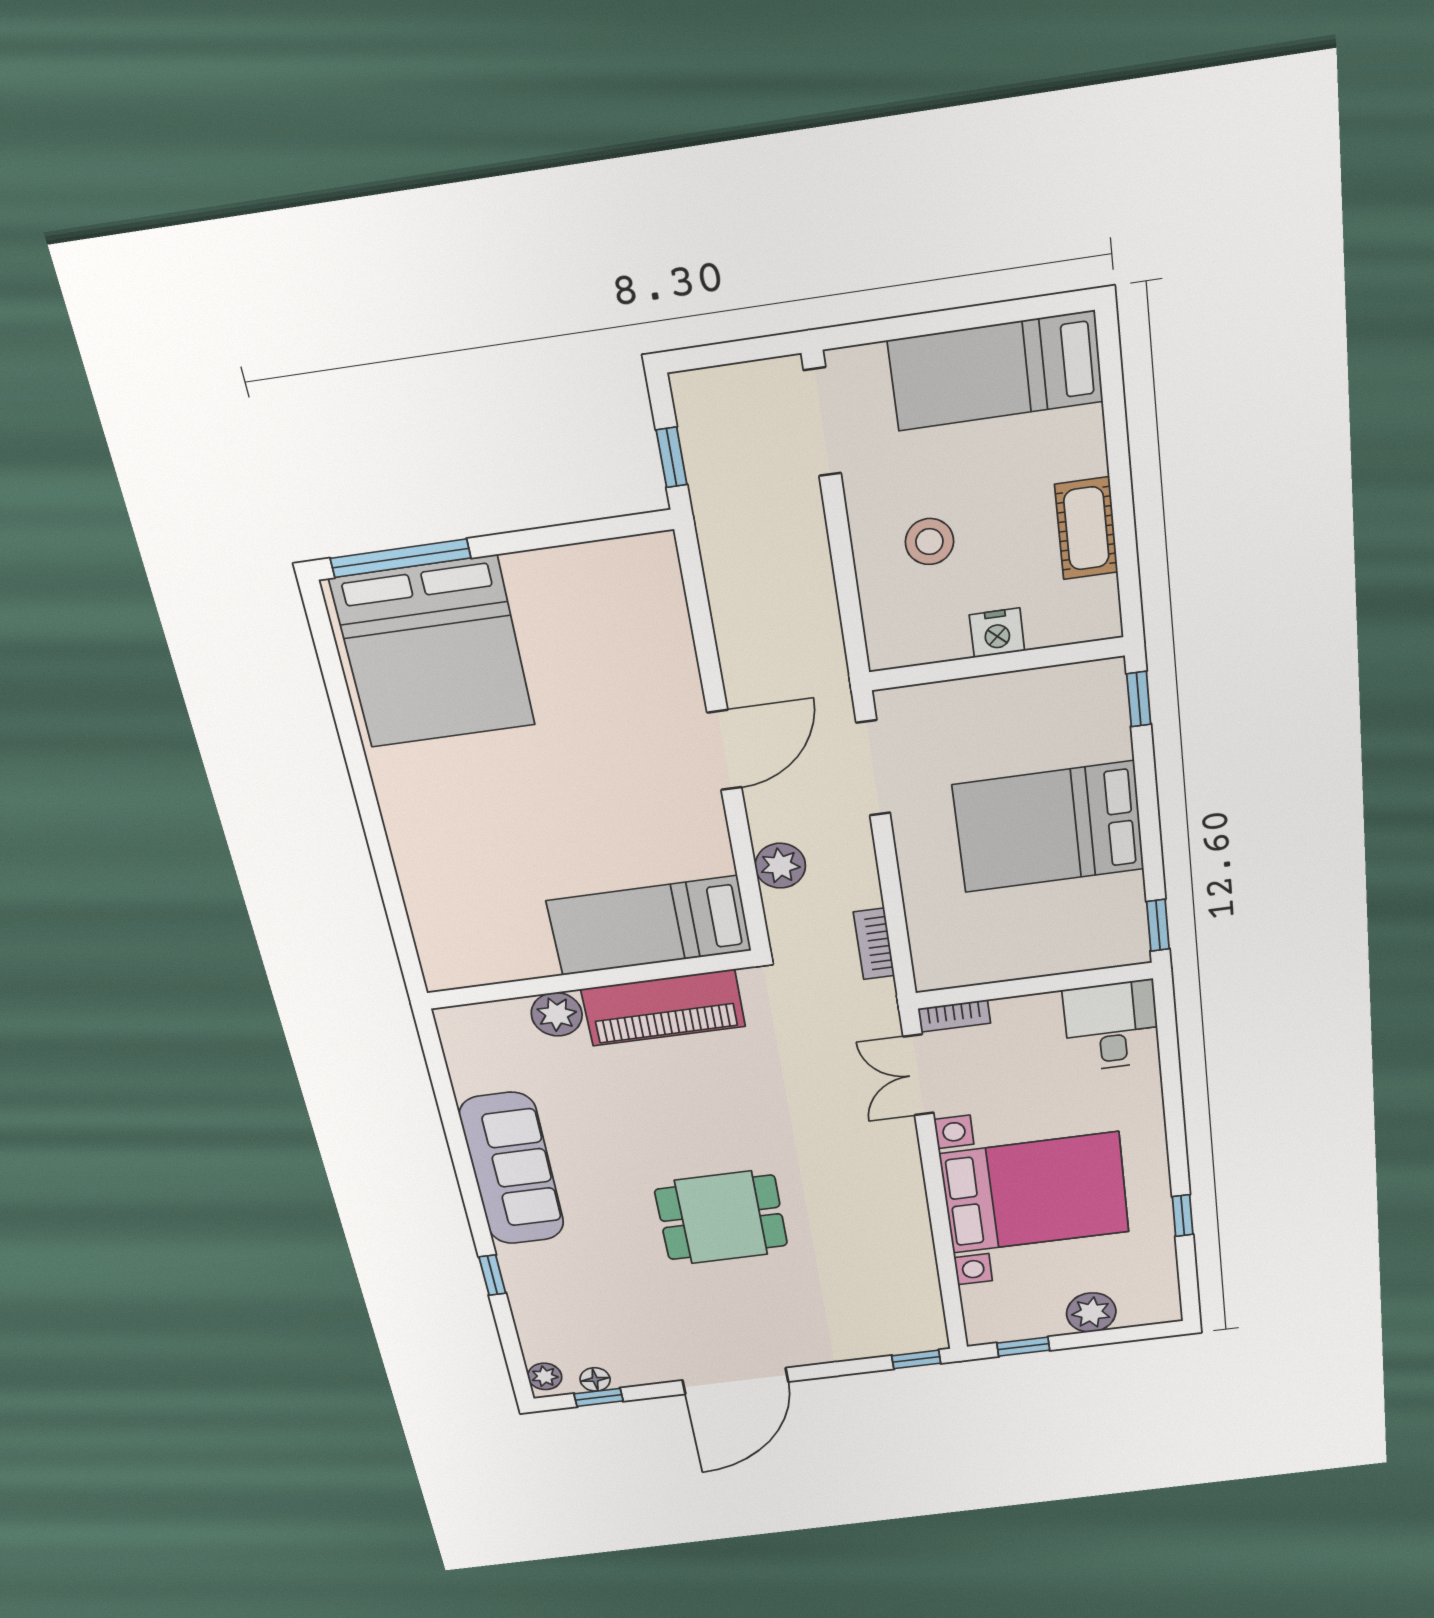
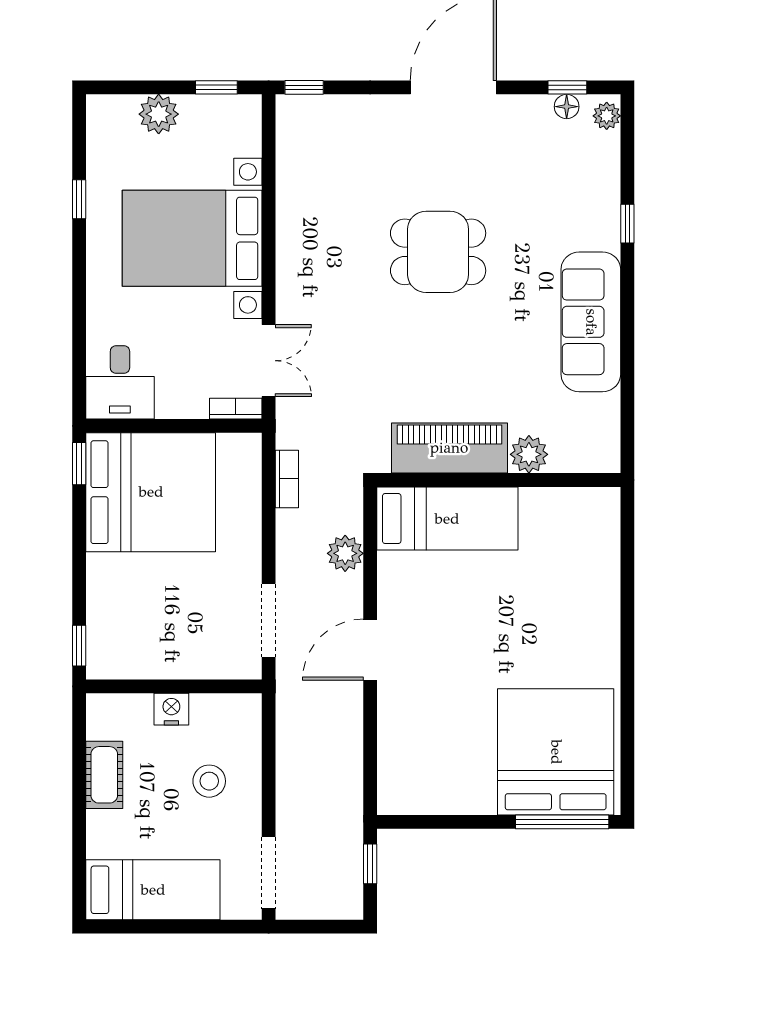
bed: (1049, 827) -> (151, 492), moved, width x1.36

